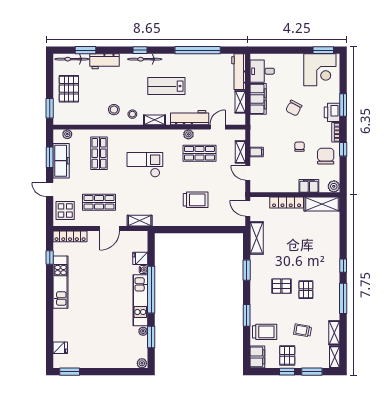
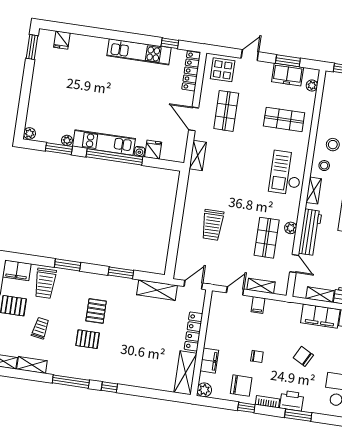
freezer: (61, 161) -> (288, 75), width x0.71
checkout: (145, 165) -> (286, 173), moved, turned 180

